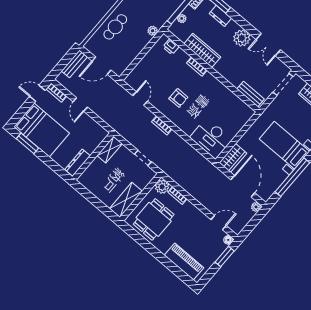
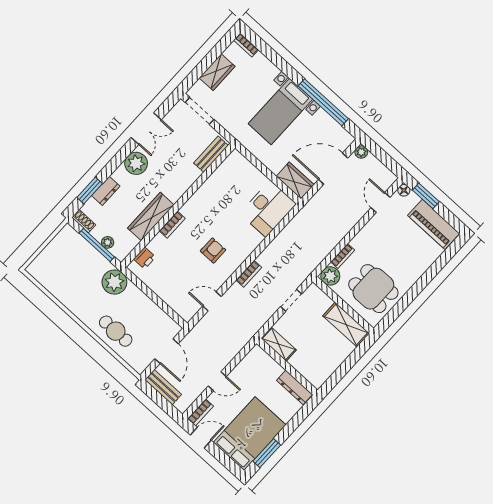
plant: (153, 31) -> (114, 282), width x1.88, depth x1.88
door: (37, 93) -> (201, 438), swing flipped
piano: (184, 261) -> (434, 224), moved, turned -90

